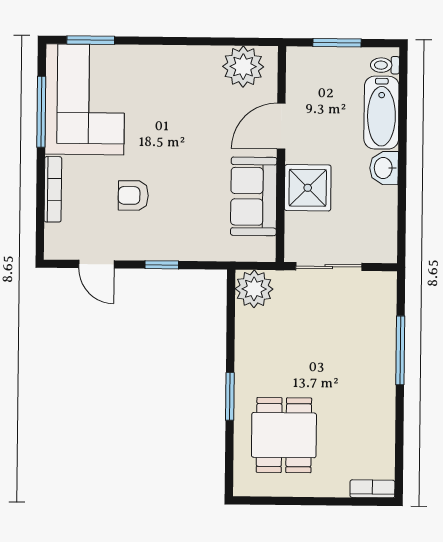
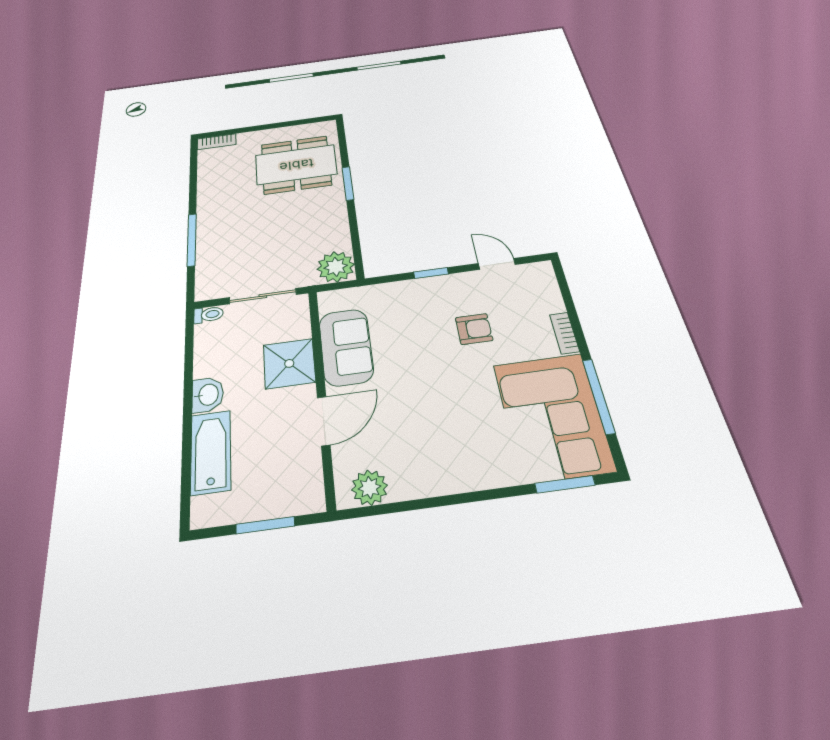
toilet: (385, 65) -> (208, 315), moved
plant: (243, 67) -> (370, 488), width x0.73, depth x0.73
bookcase: (53, 189) -> (564, 333), width x0.64
dining table: (284, 435) -> (296, 165), width x1.38

